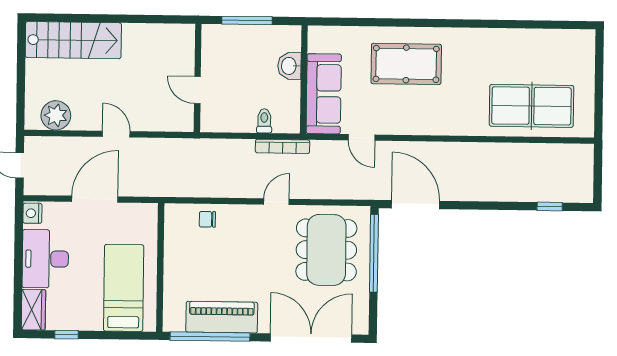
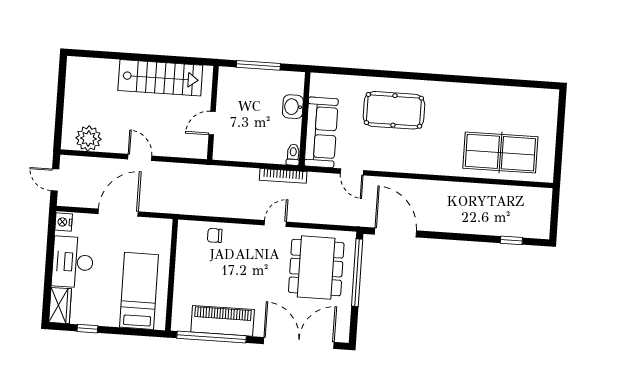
stairs: (73, 40) -> (160, 78), moved
door: (197, 90) -> (212, 123), hinge flipped
toilet: (264, 121) -> (293, 155), moved

